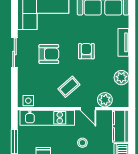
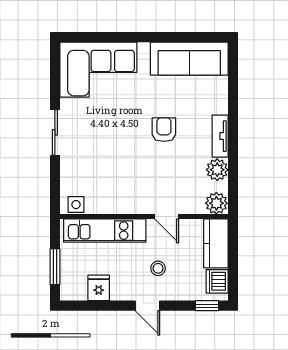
tv unit: (123, 42) -> (220, 136), moved
armchair: (49, 54) -> (107, 134), removed
coffee table: (69, 87) -> (137, 184), removed
plant: (105, 100) -> (216, 203), moved

